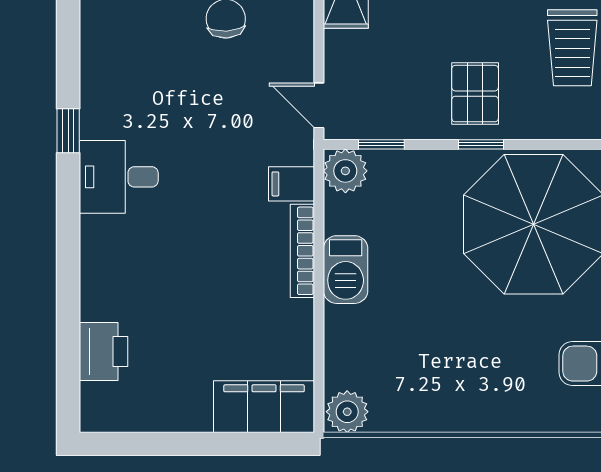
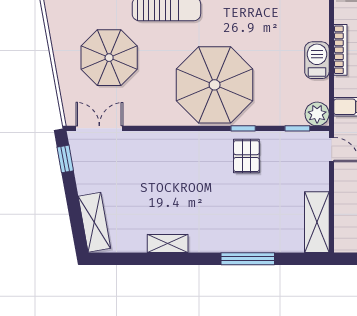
trolley: (572, 48) -> (193, 181), removed
bookcase: (302, 251) -> (340, 50), moved

